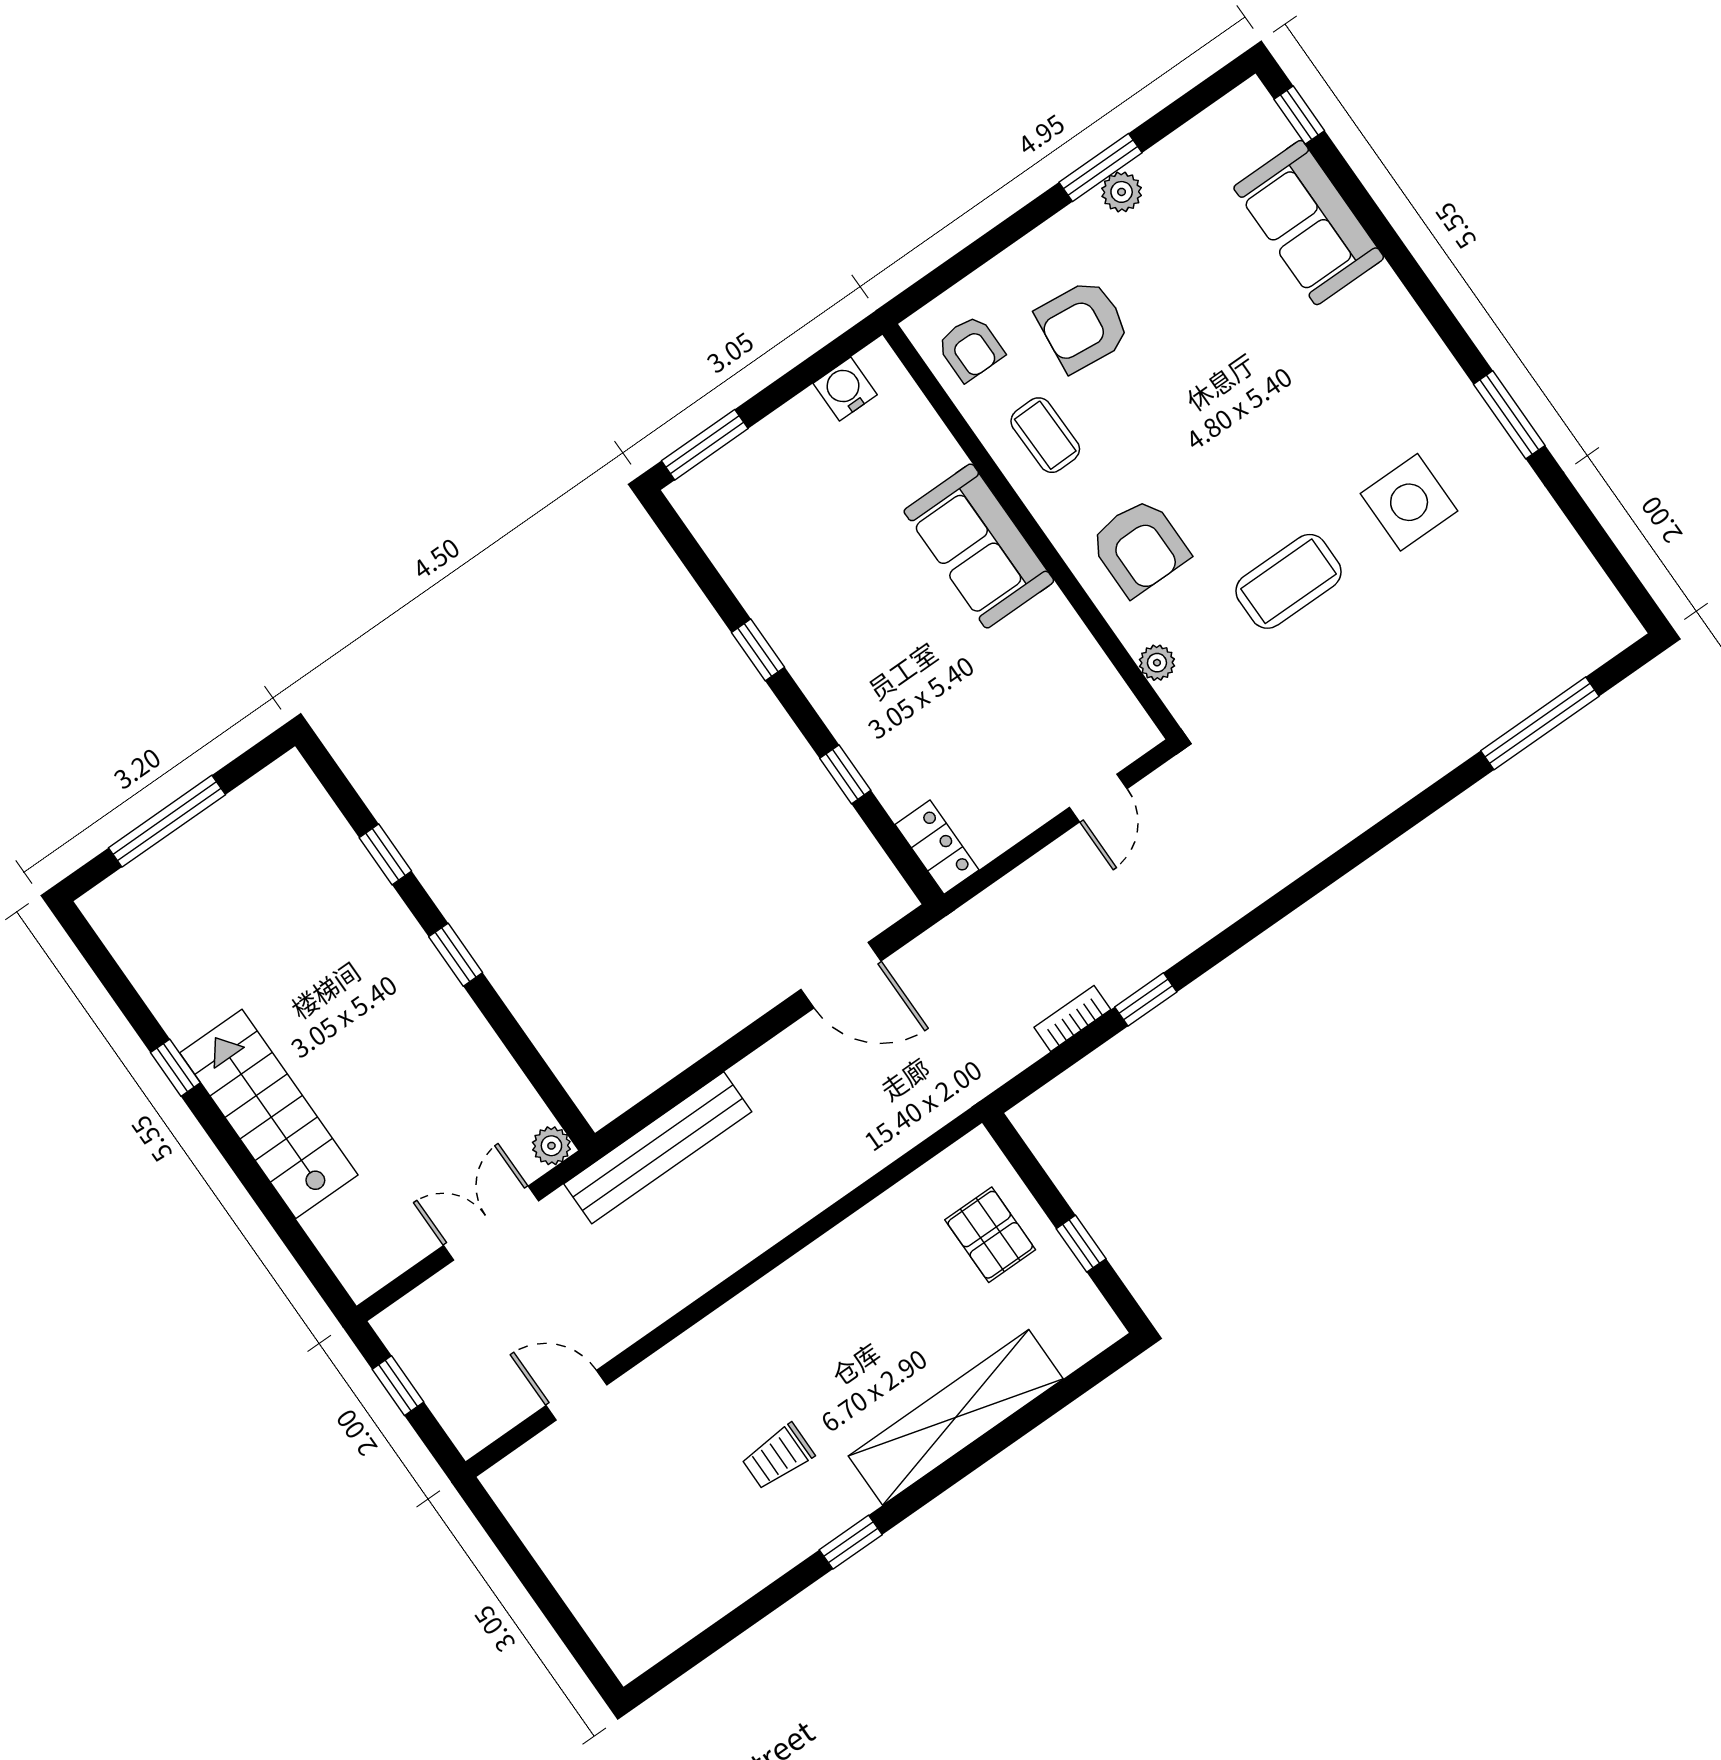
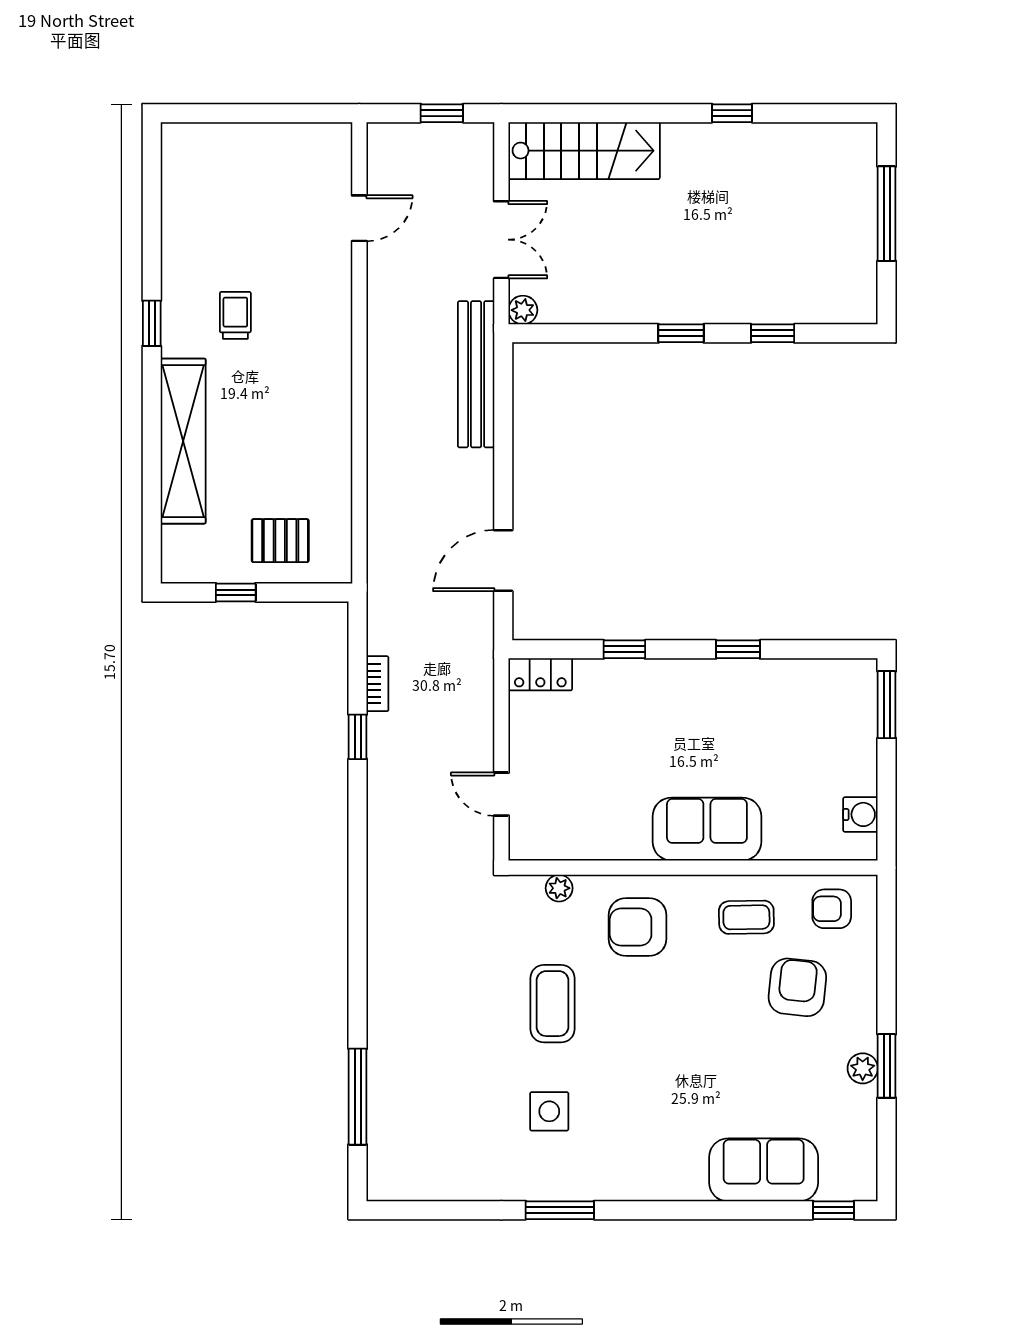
side table: (1409, 502) -> (549, 1111), width x0.73, depth x0.73
stairs: (269, 1114) -> (584, 151), moved

